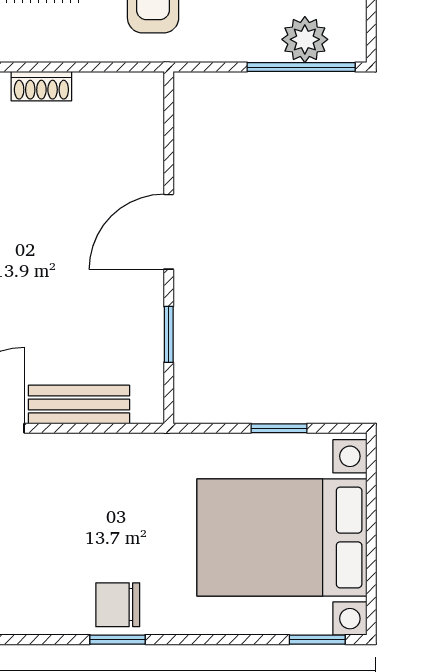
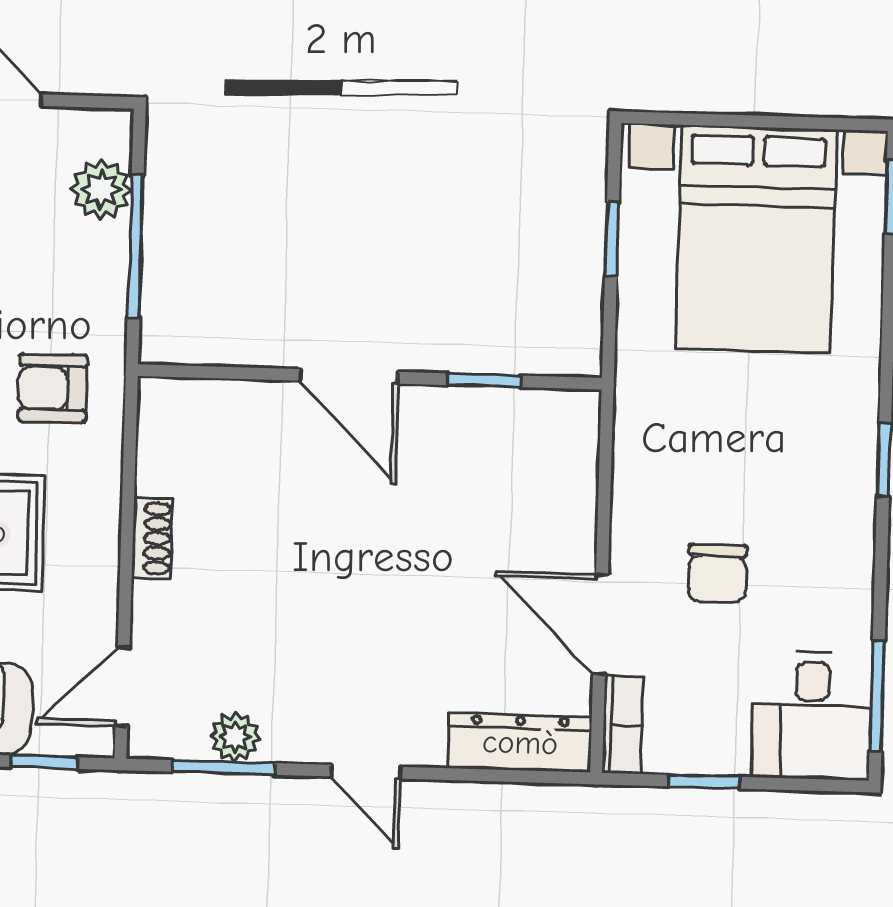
window: (301, 67) -> (136, 247), moved
bench: (79, 404) -> (573, 501), removed
chair: (118, 605) -> (718, 574), moved

